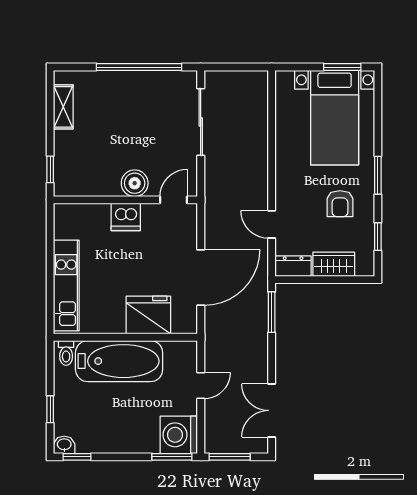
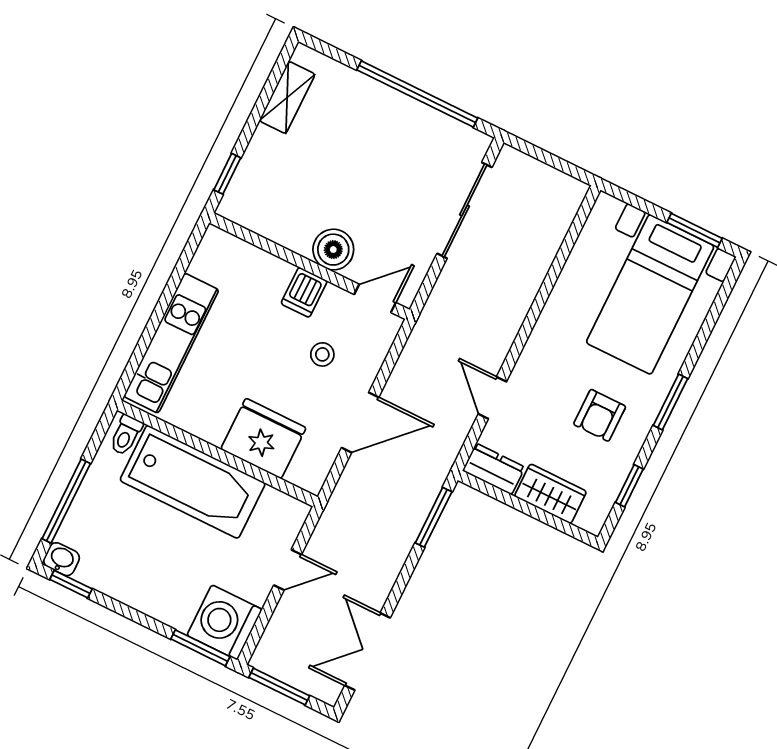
dishwasher: (126, 217) -> (304, 292), width x0.73
stool: (159, 248) -> (322, 354), added
door: (201, 277) -> (360, 423), width x0.73
window: (50, 409) -> (66, 501), width x2.17

